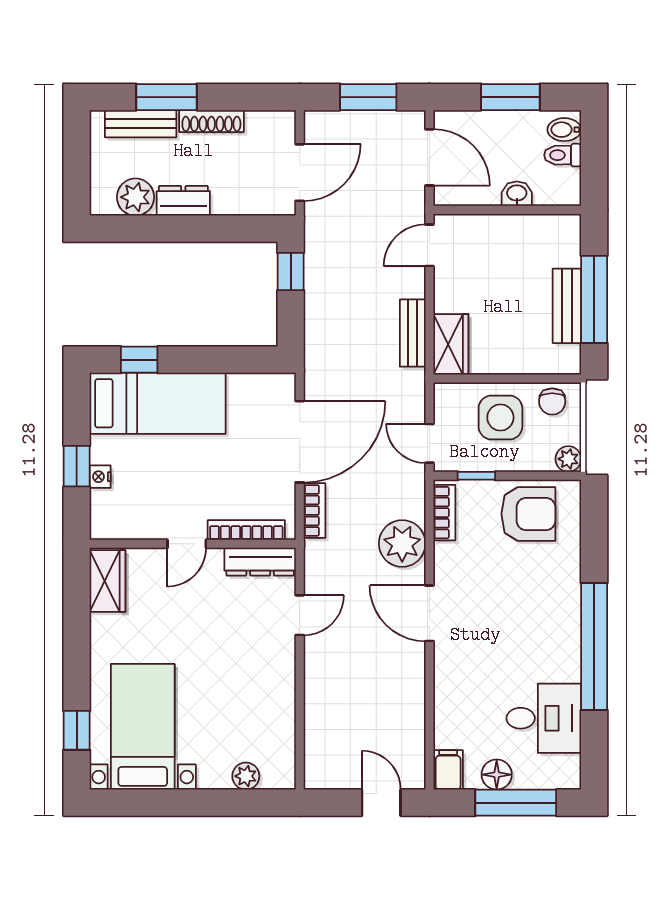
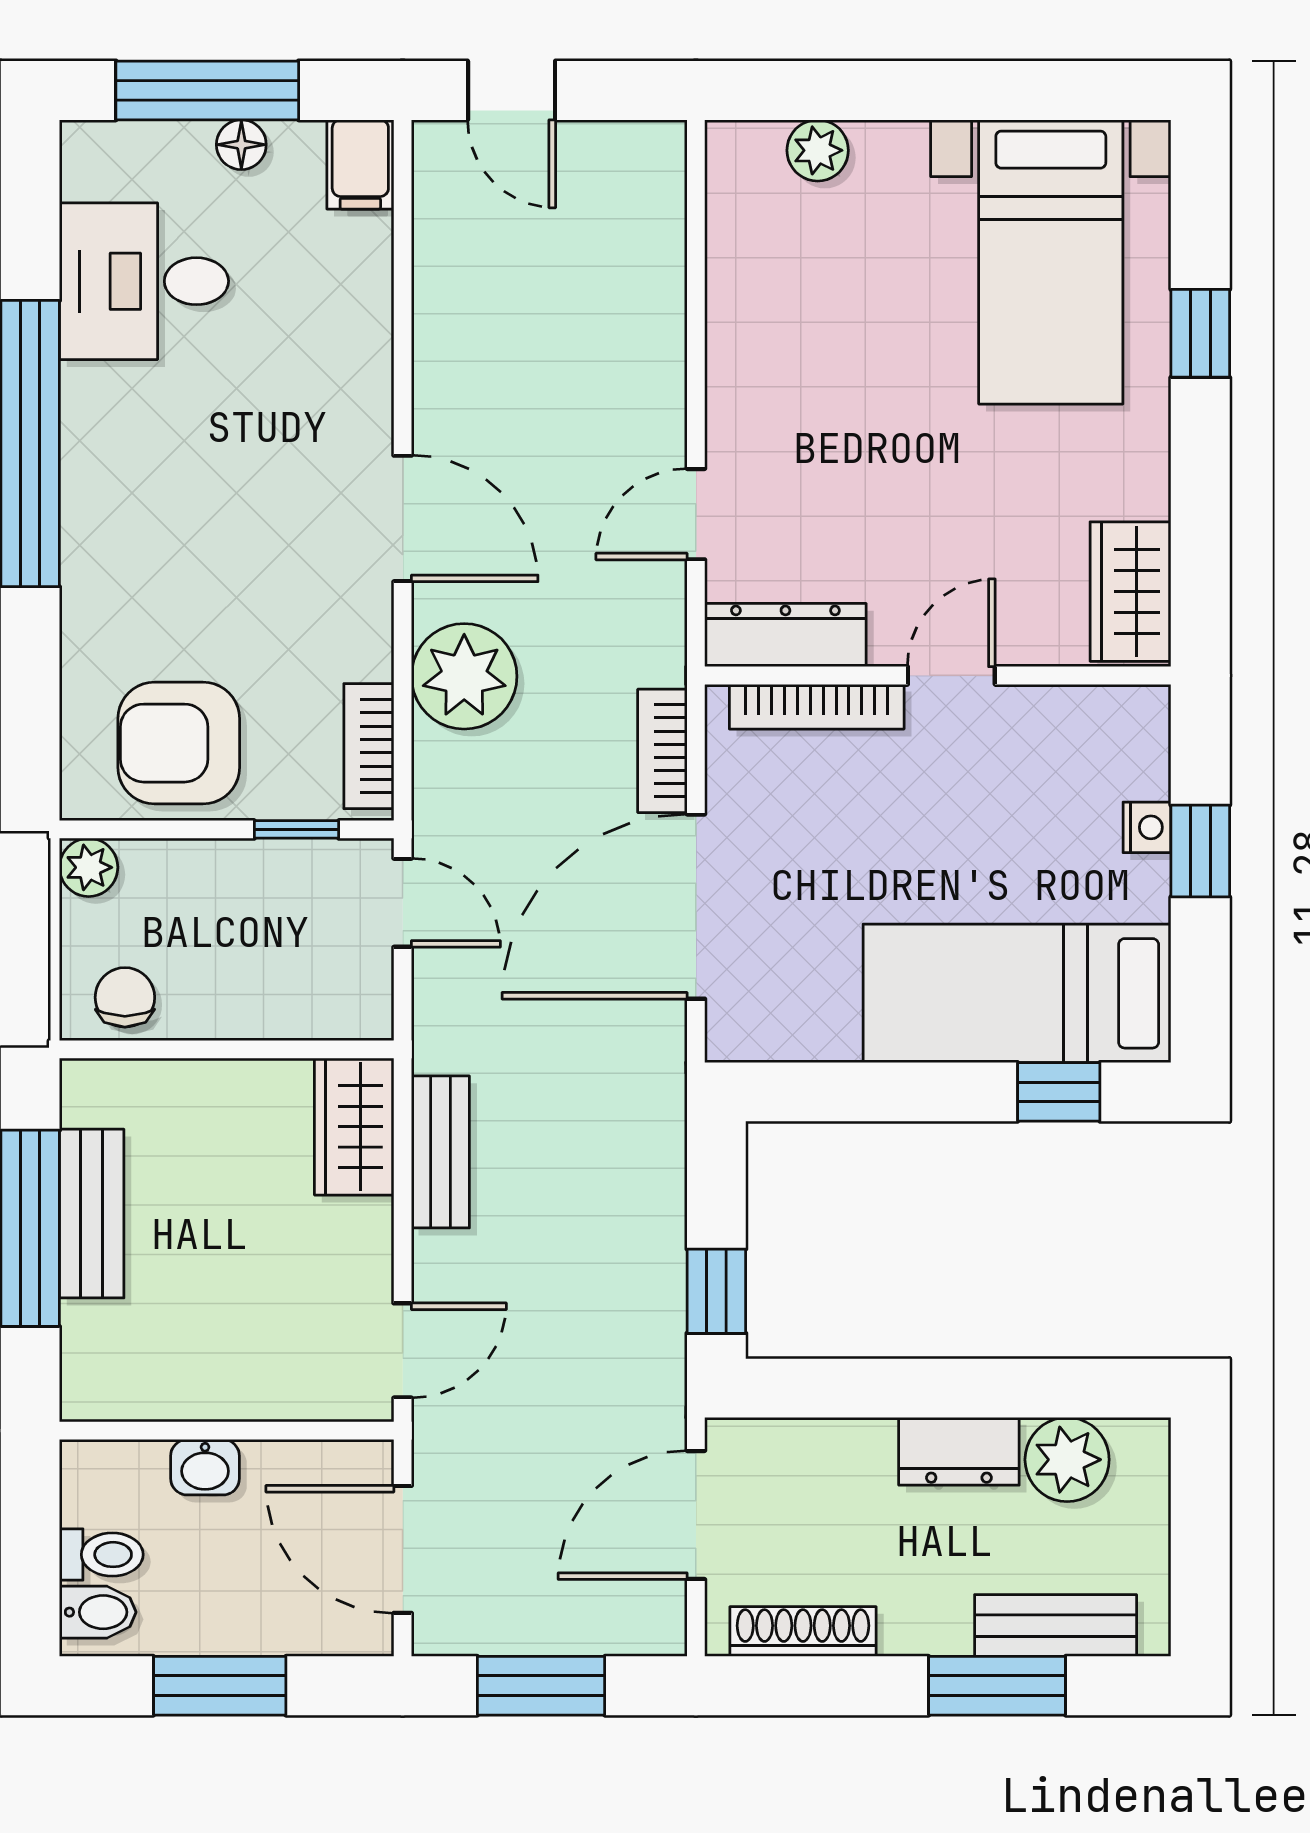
shoe rack: (211, 121) -> (803, 1632), moved
side table: (500, 417) -> (242, 961), removed
window: (77, 730) -> (1200, 333), moved
floor lamp: (497, 775) -> (241, 145), width x0.73, depth x0.73

